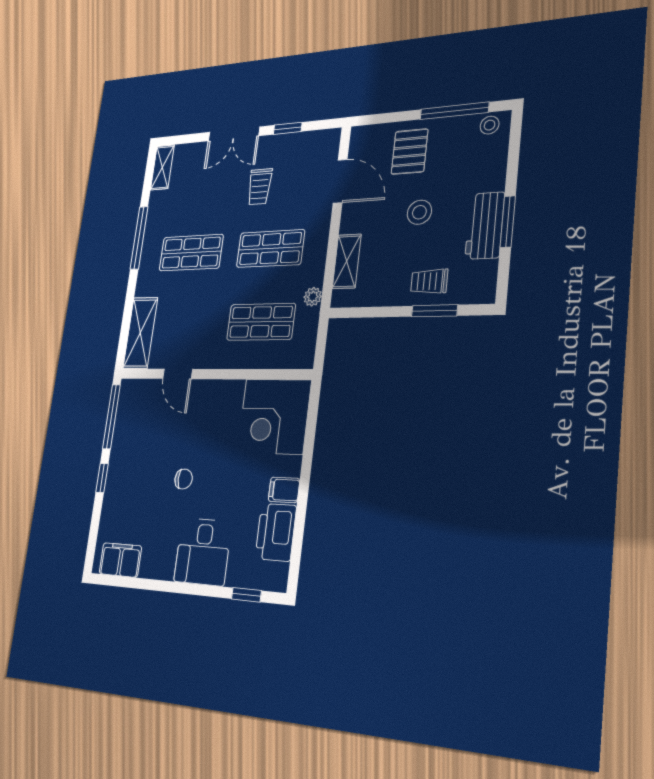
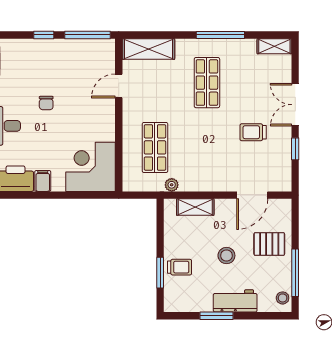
workbench: (485, 226) -> (235, 301), moved
shop shelf: (270, 249) -> (207, 147), removed
trolley: (429, 281) -> (180, 267), turned 90

